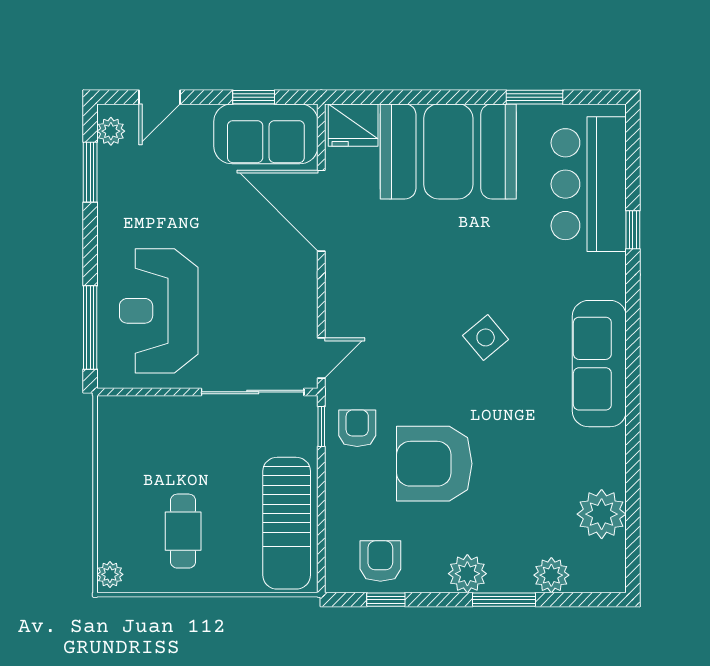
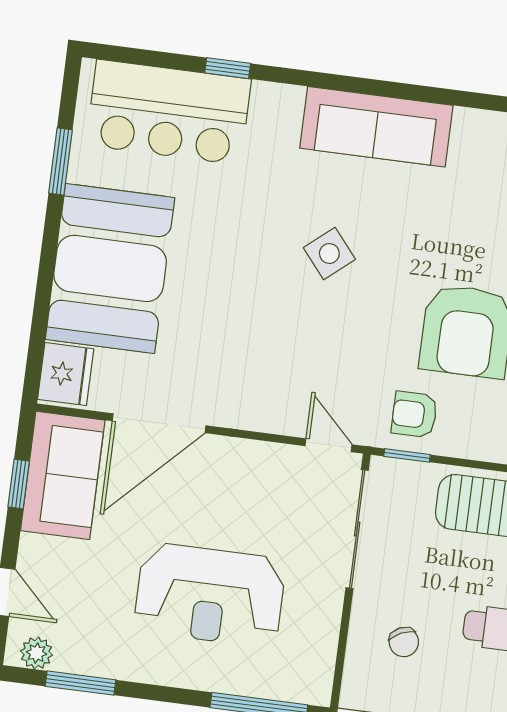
reception desk: (159, 311) -> (210, 595), moved
chair: (161, 444) -> (404, 642), added

